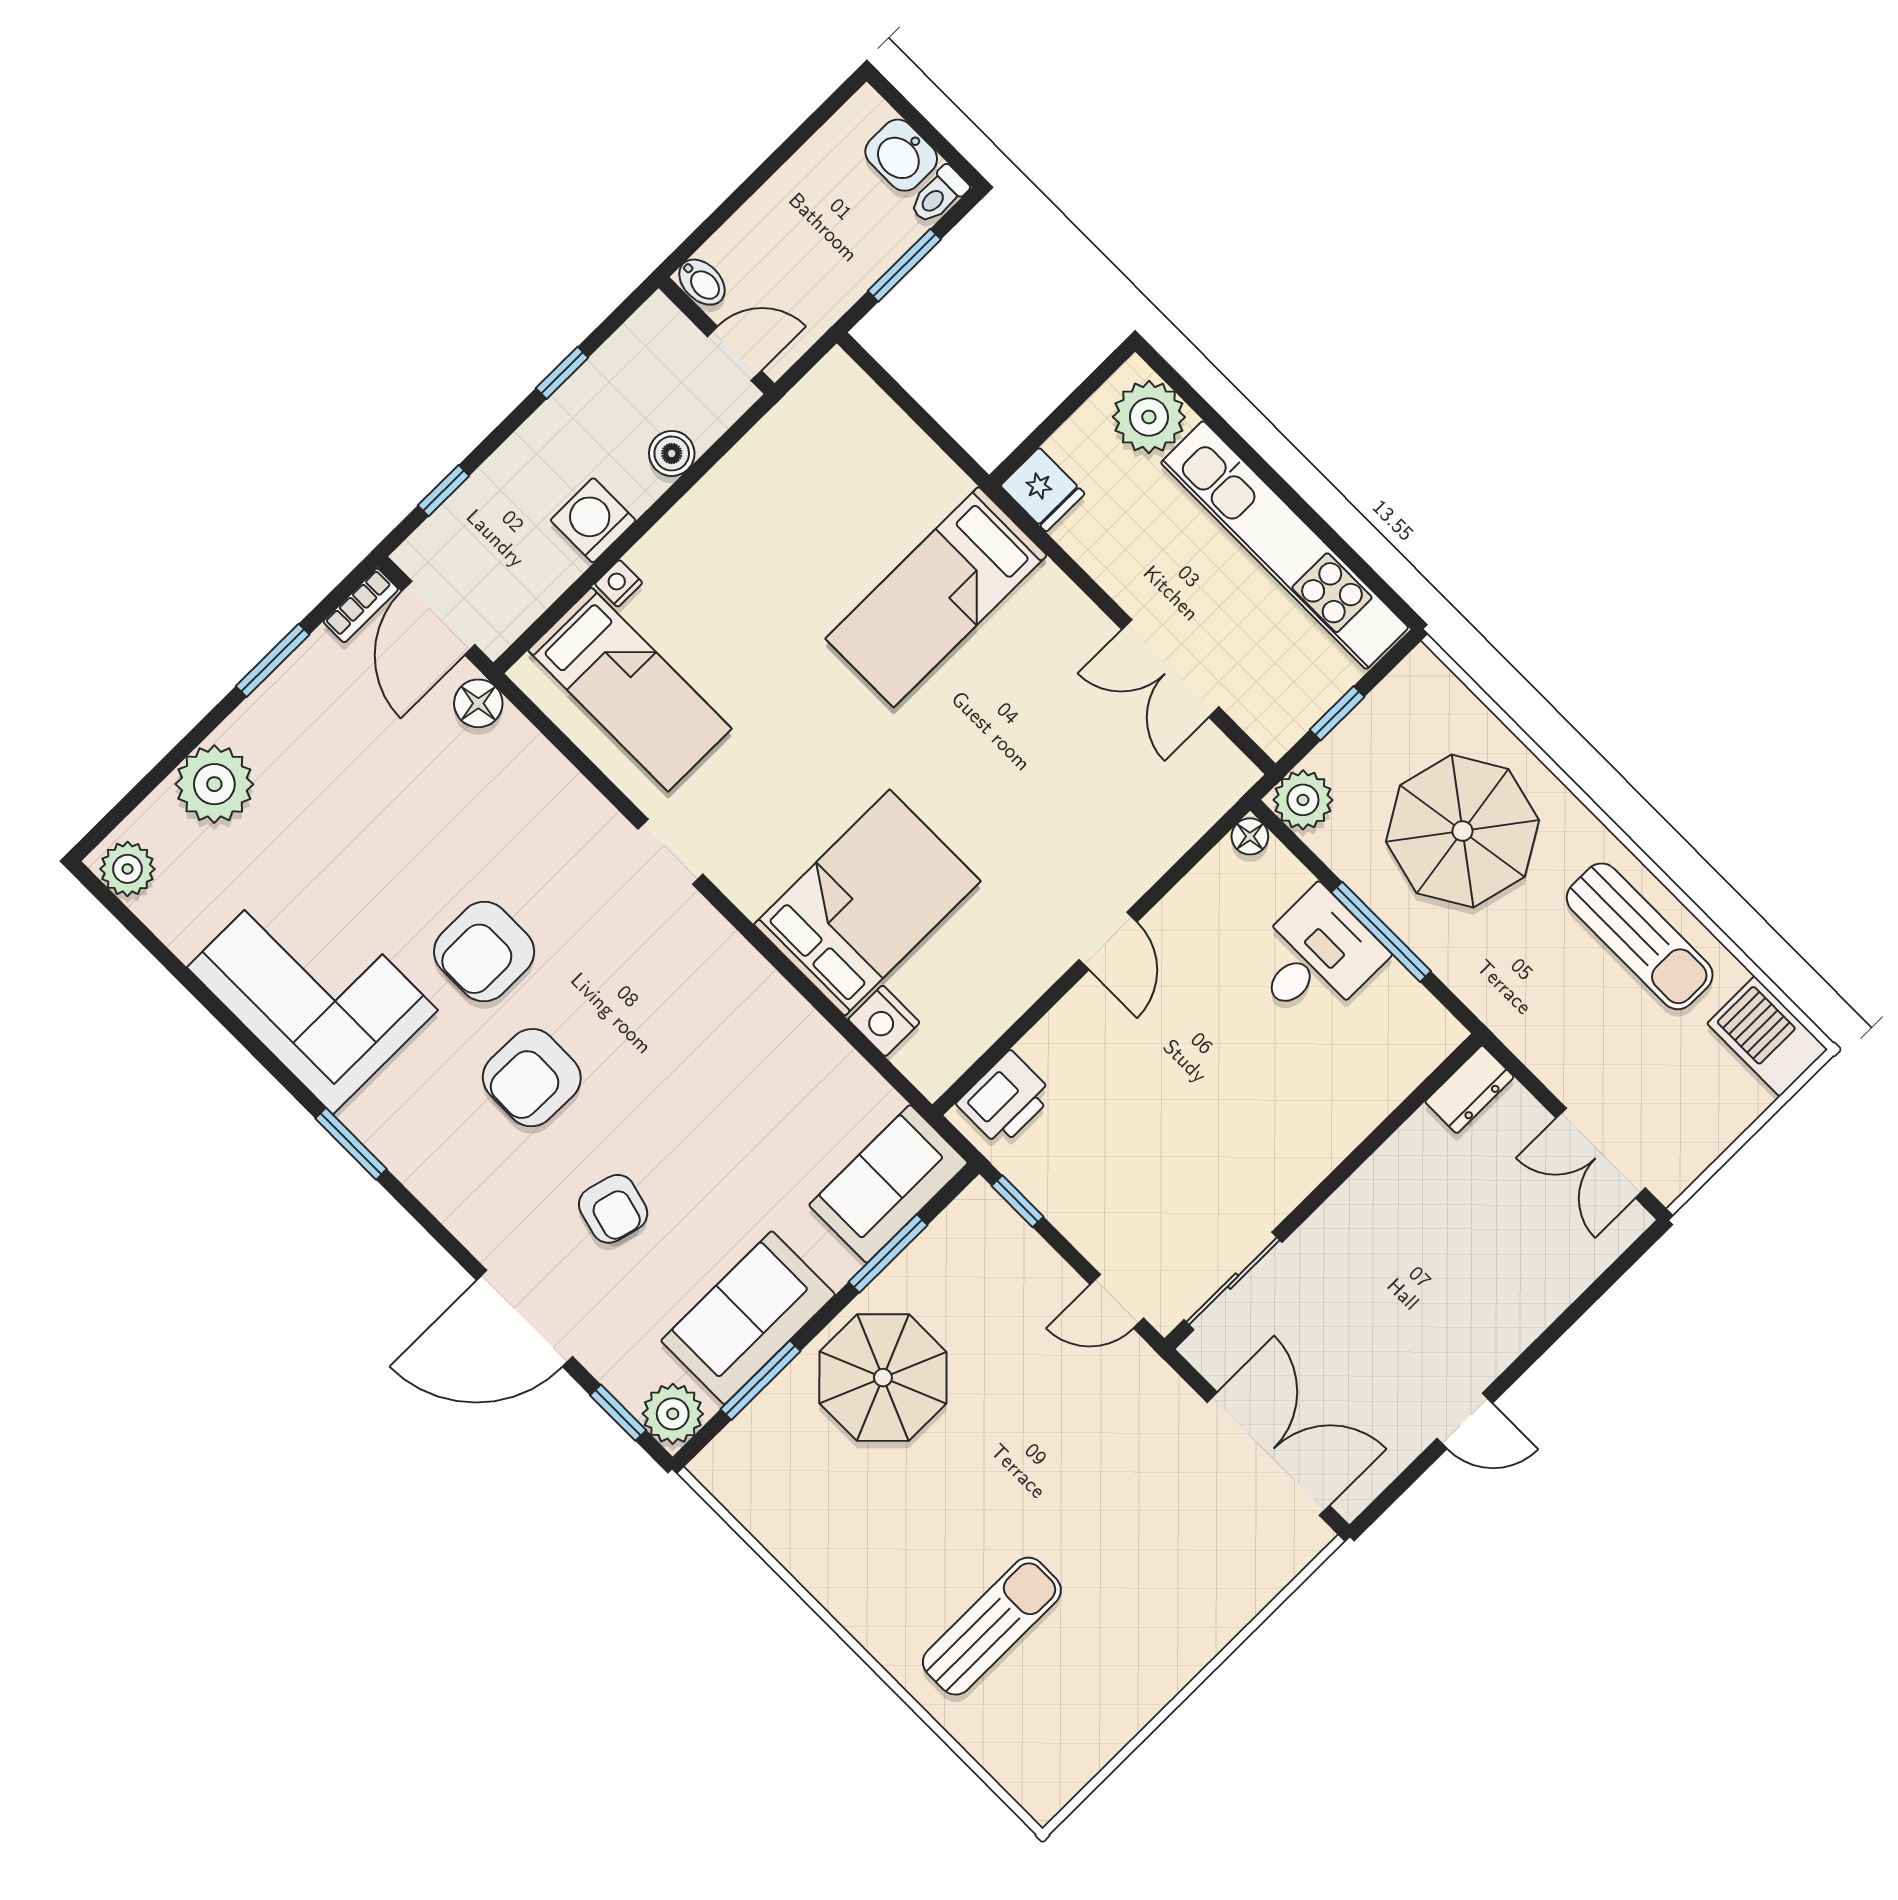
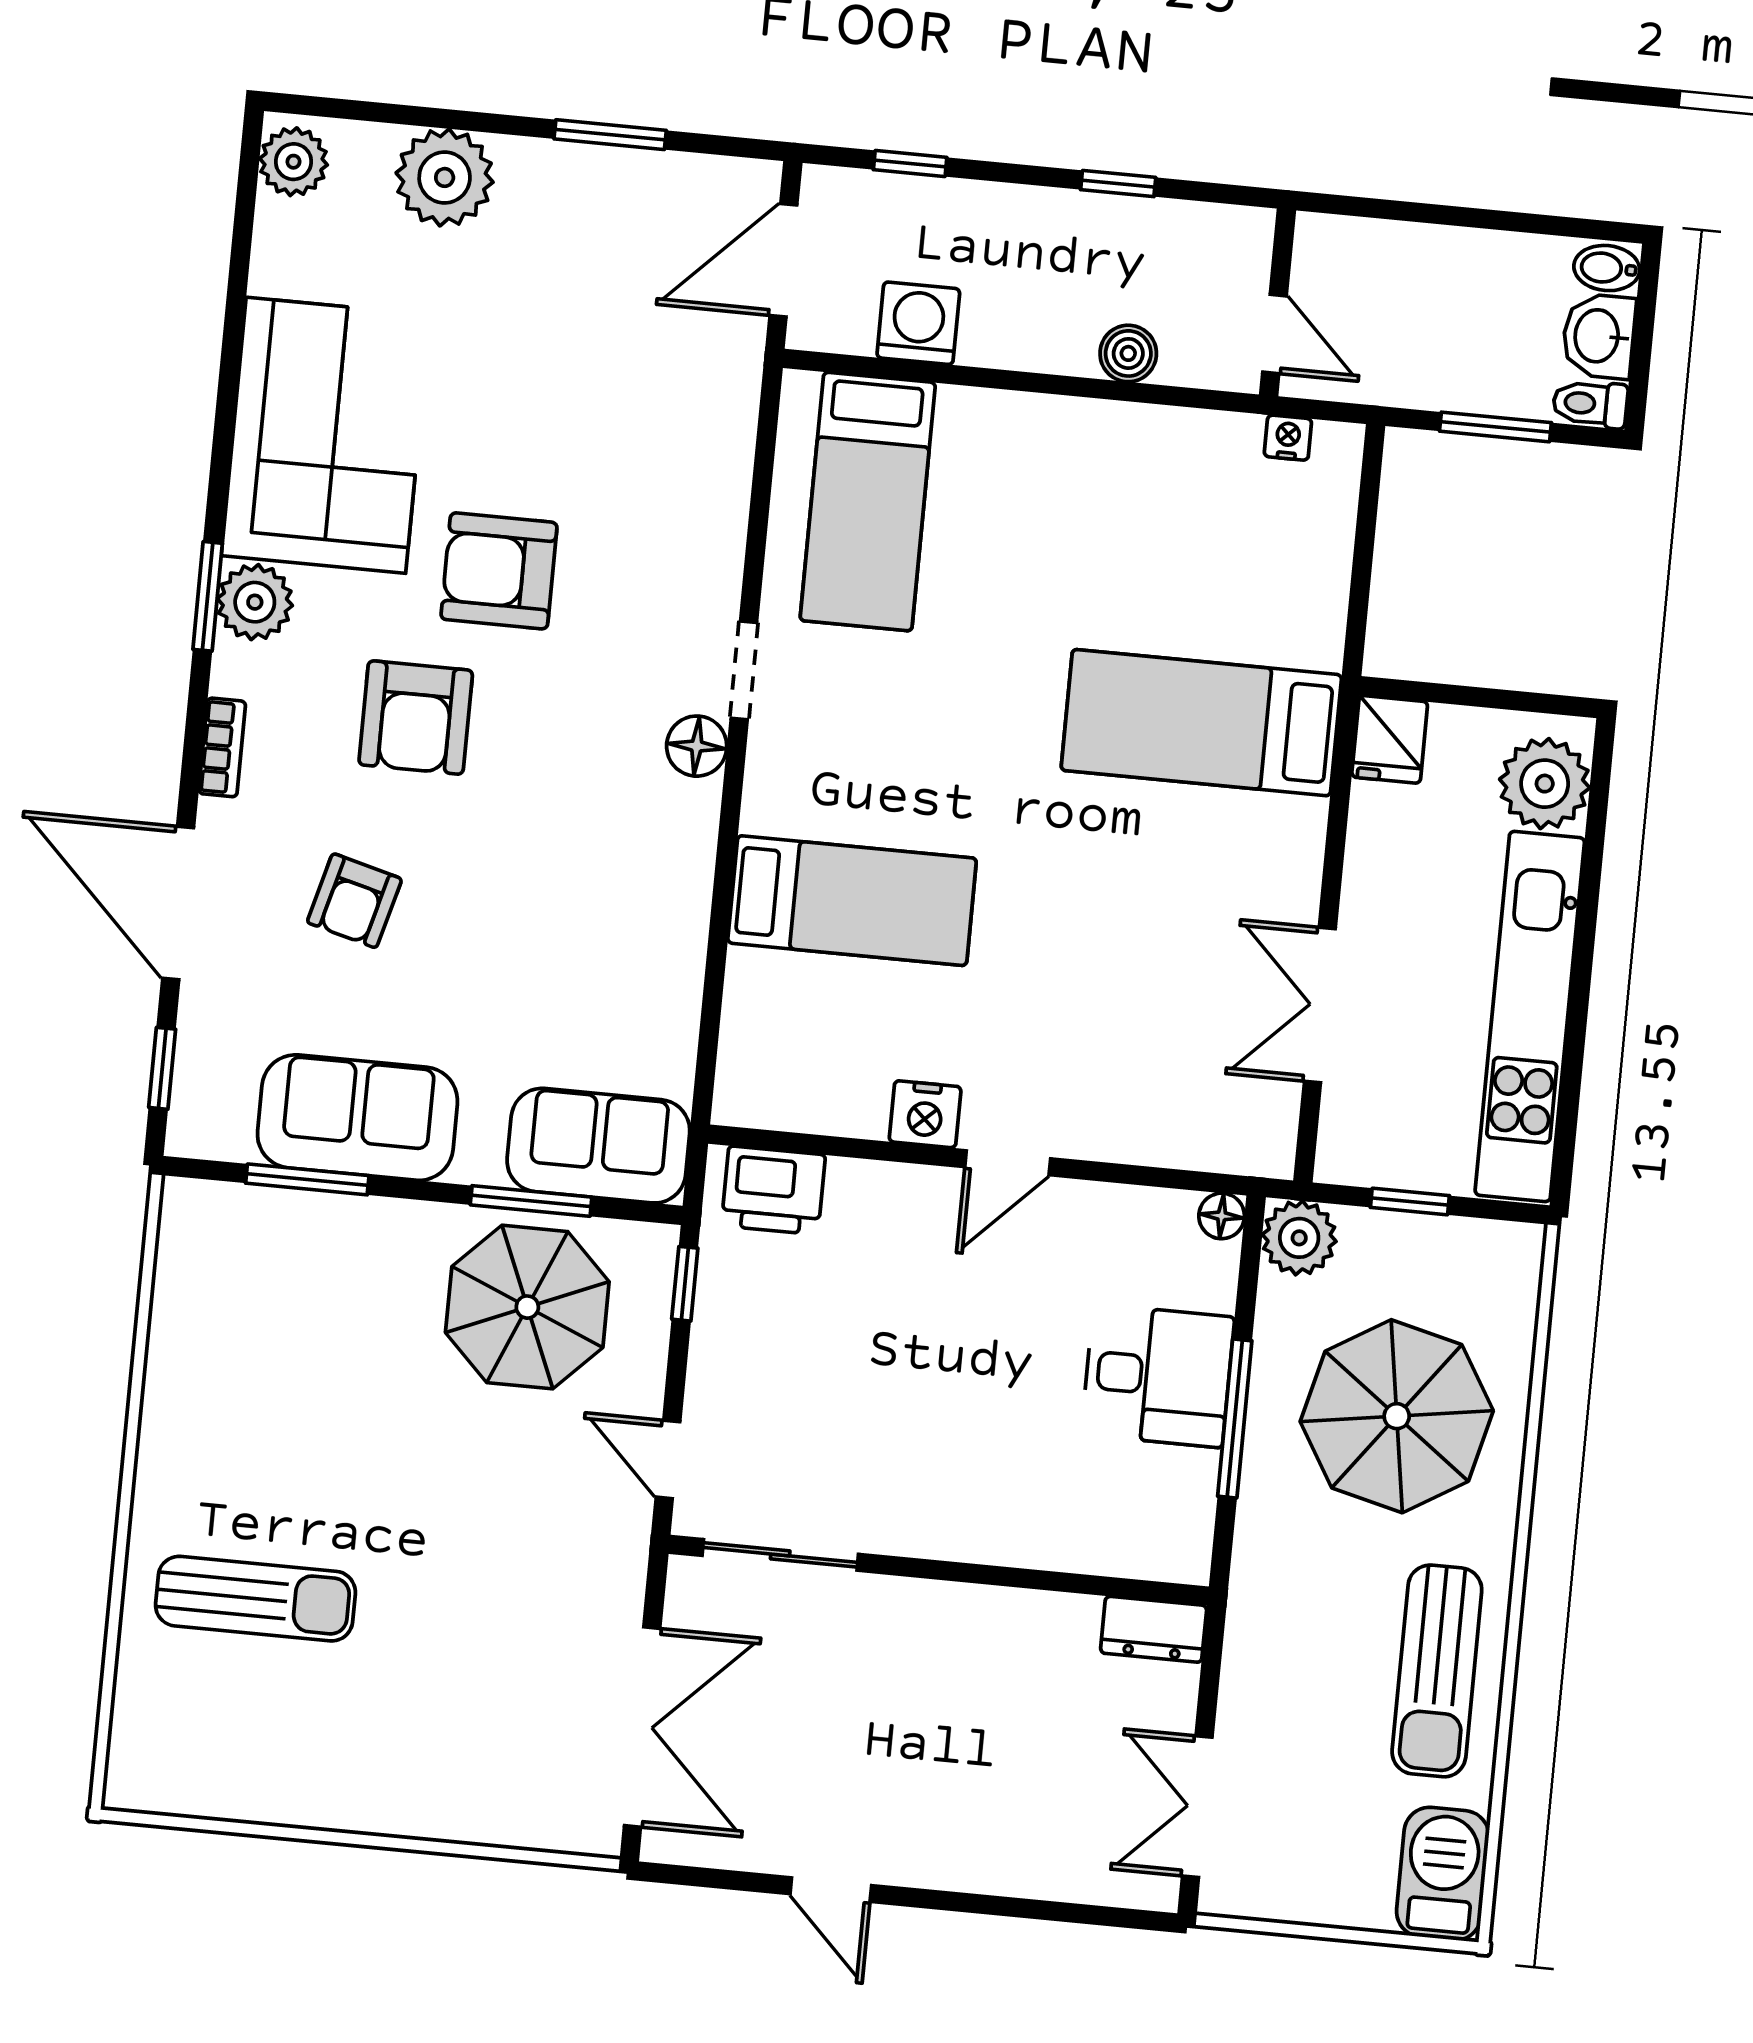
bidet: (702, 282) -> (1607, 268), moved, turned 90
washing machine: (593, 520) -> (918, 323), moved
nightstand: (619, 583) -> (1288, 438), moved
bookcase: (361, 605) -> (222, 747), moved, turned -90
floor lamp: (478, 703) -> (697, 746), moved
bed: (867, 903) -> (852, 901), width x0.67
nightstand: (884, 1021) -> (925, 1114), moved, turned -90
armchair: (532, 1078) -> (416, 718), turned -91
parasol: (883, 1378) -> (527, 1307), moved
plant: (673, 1414) -> (255, 602), moved

